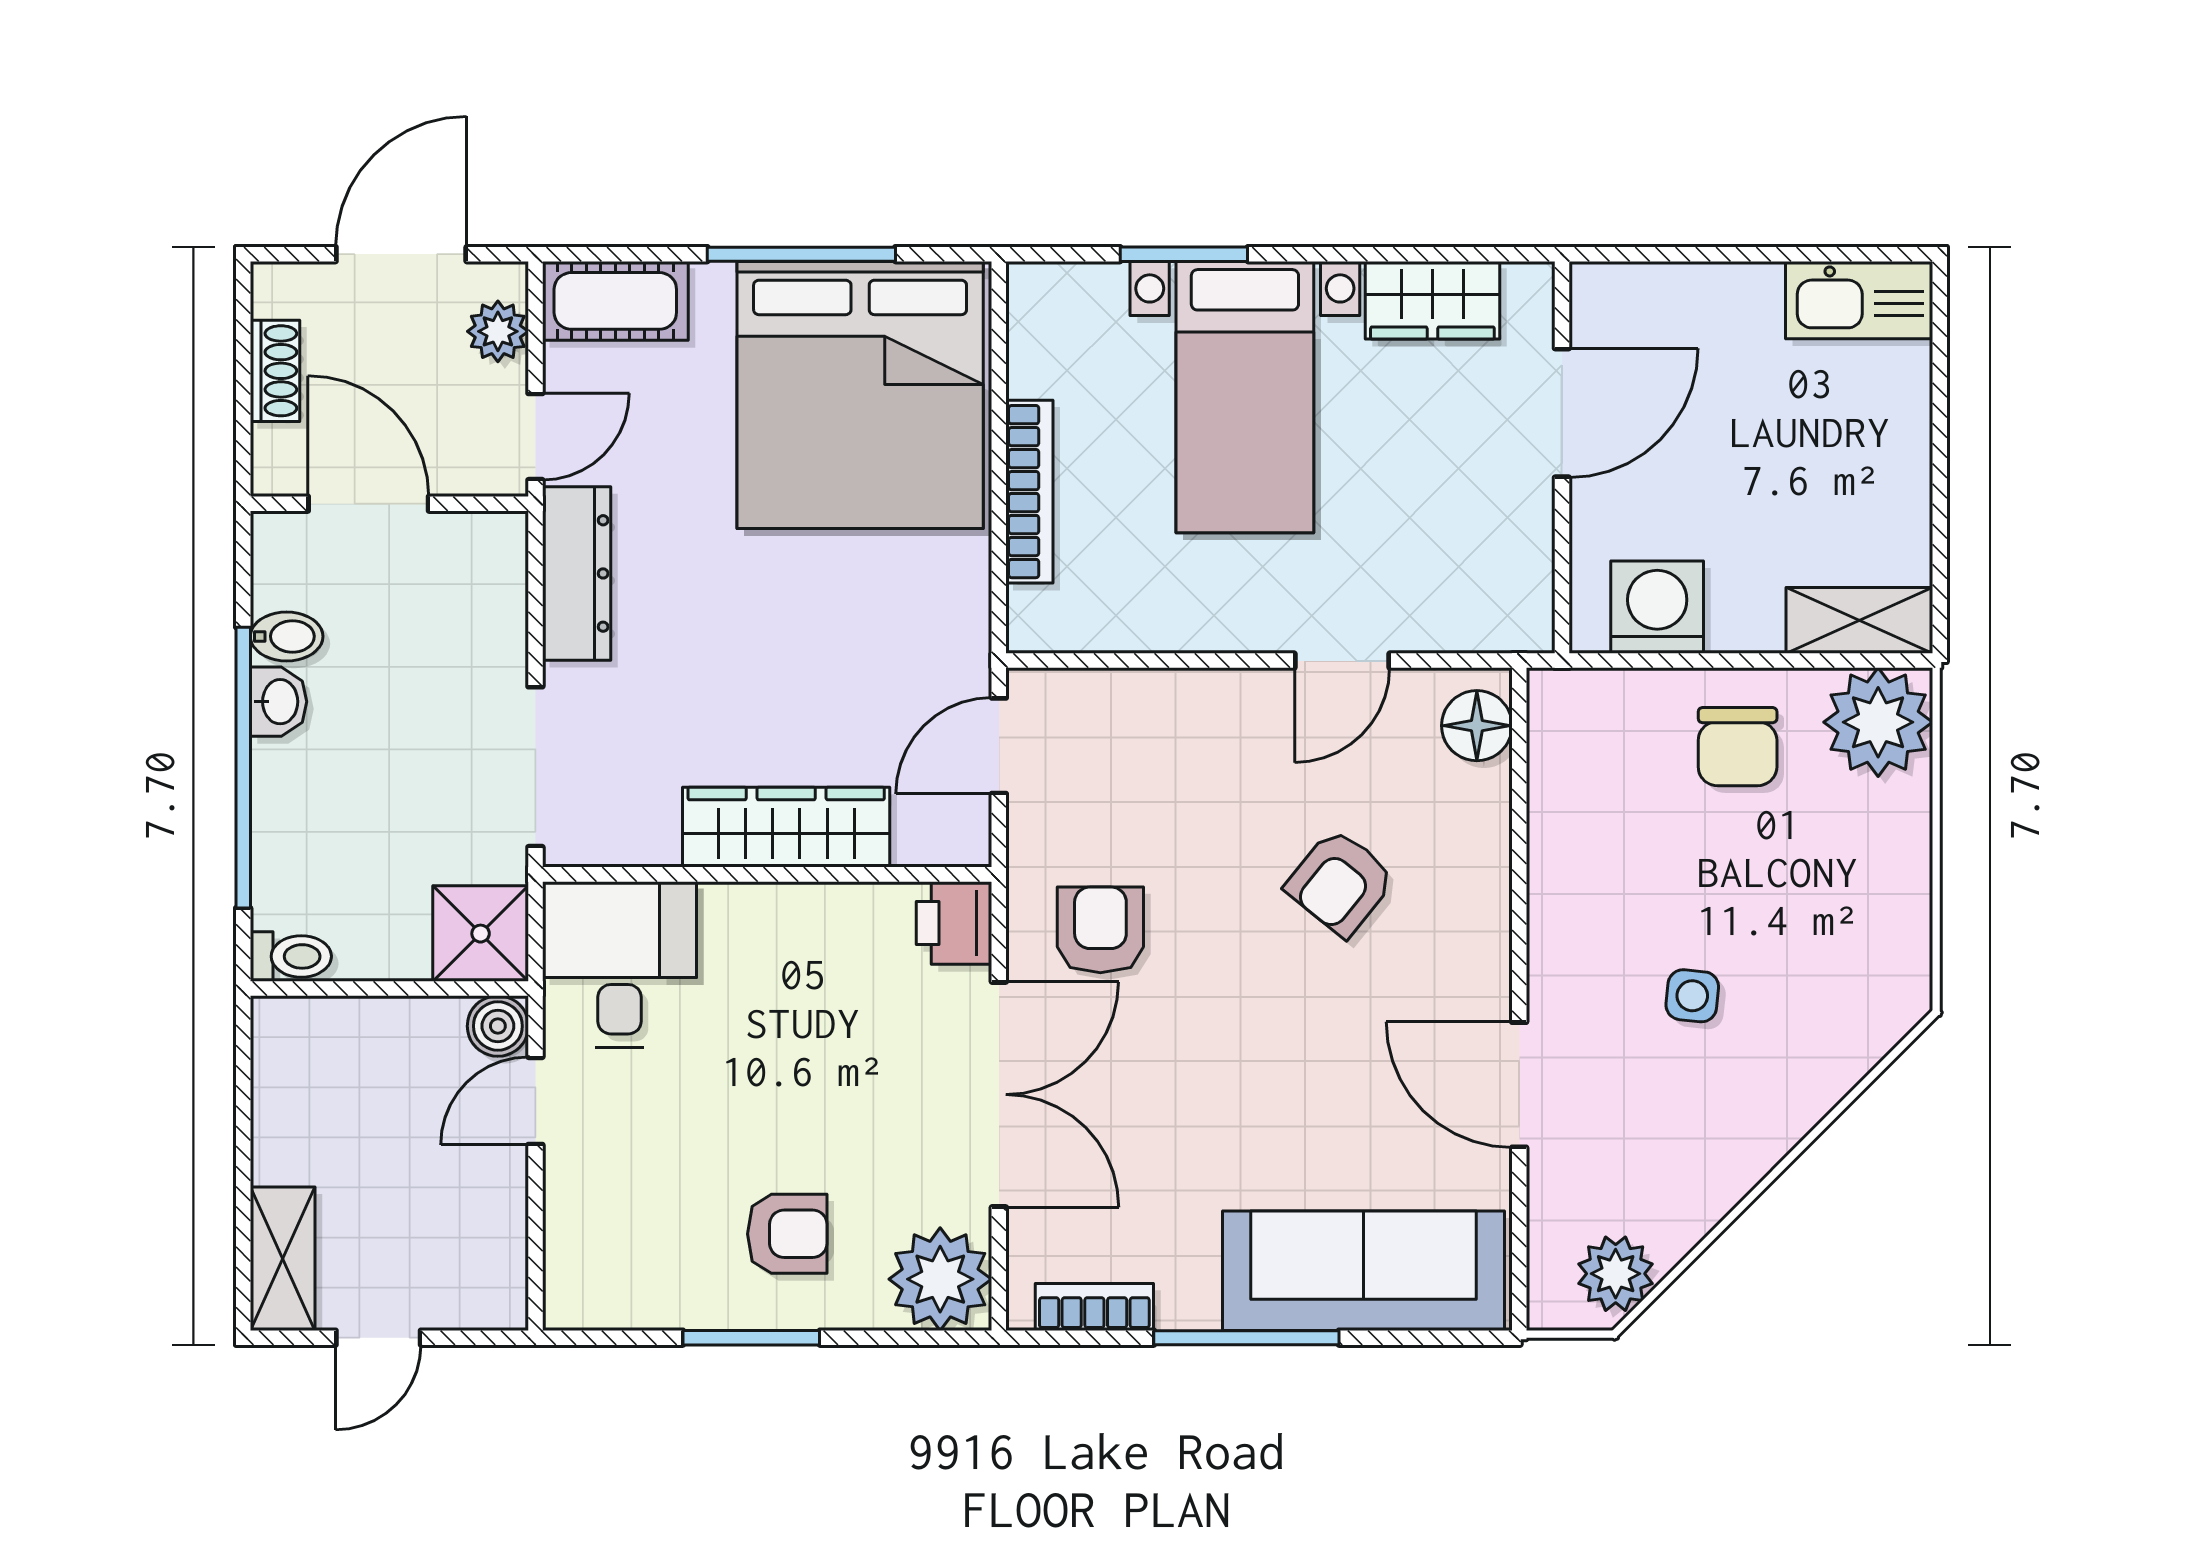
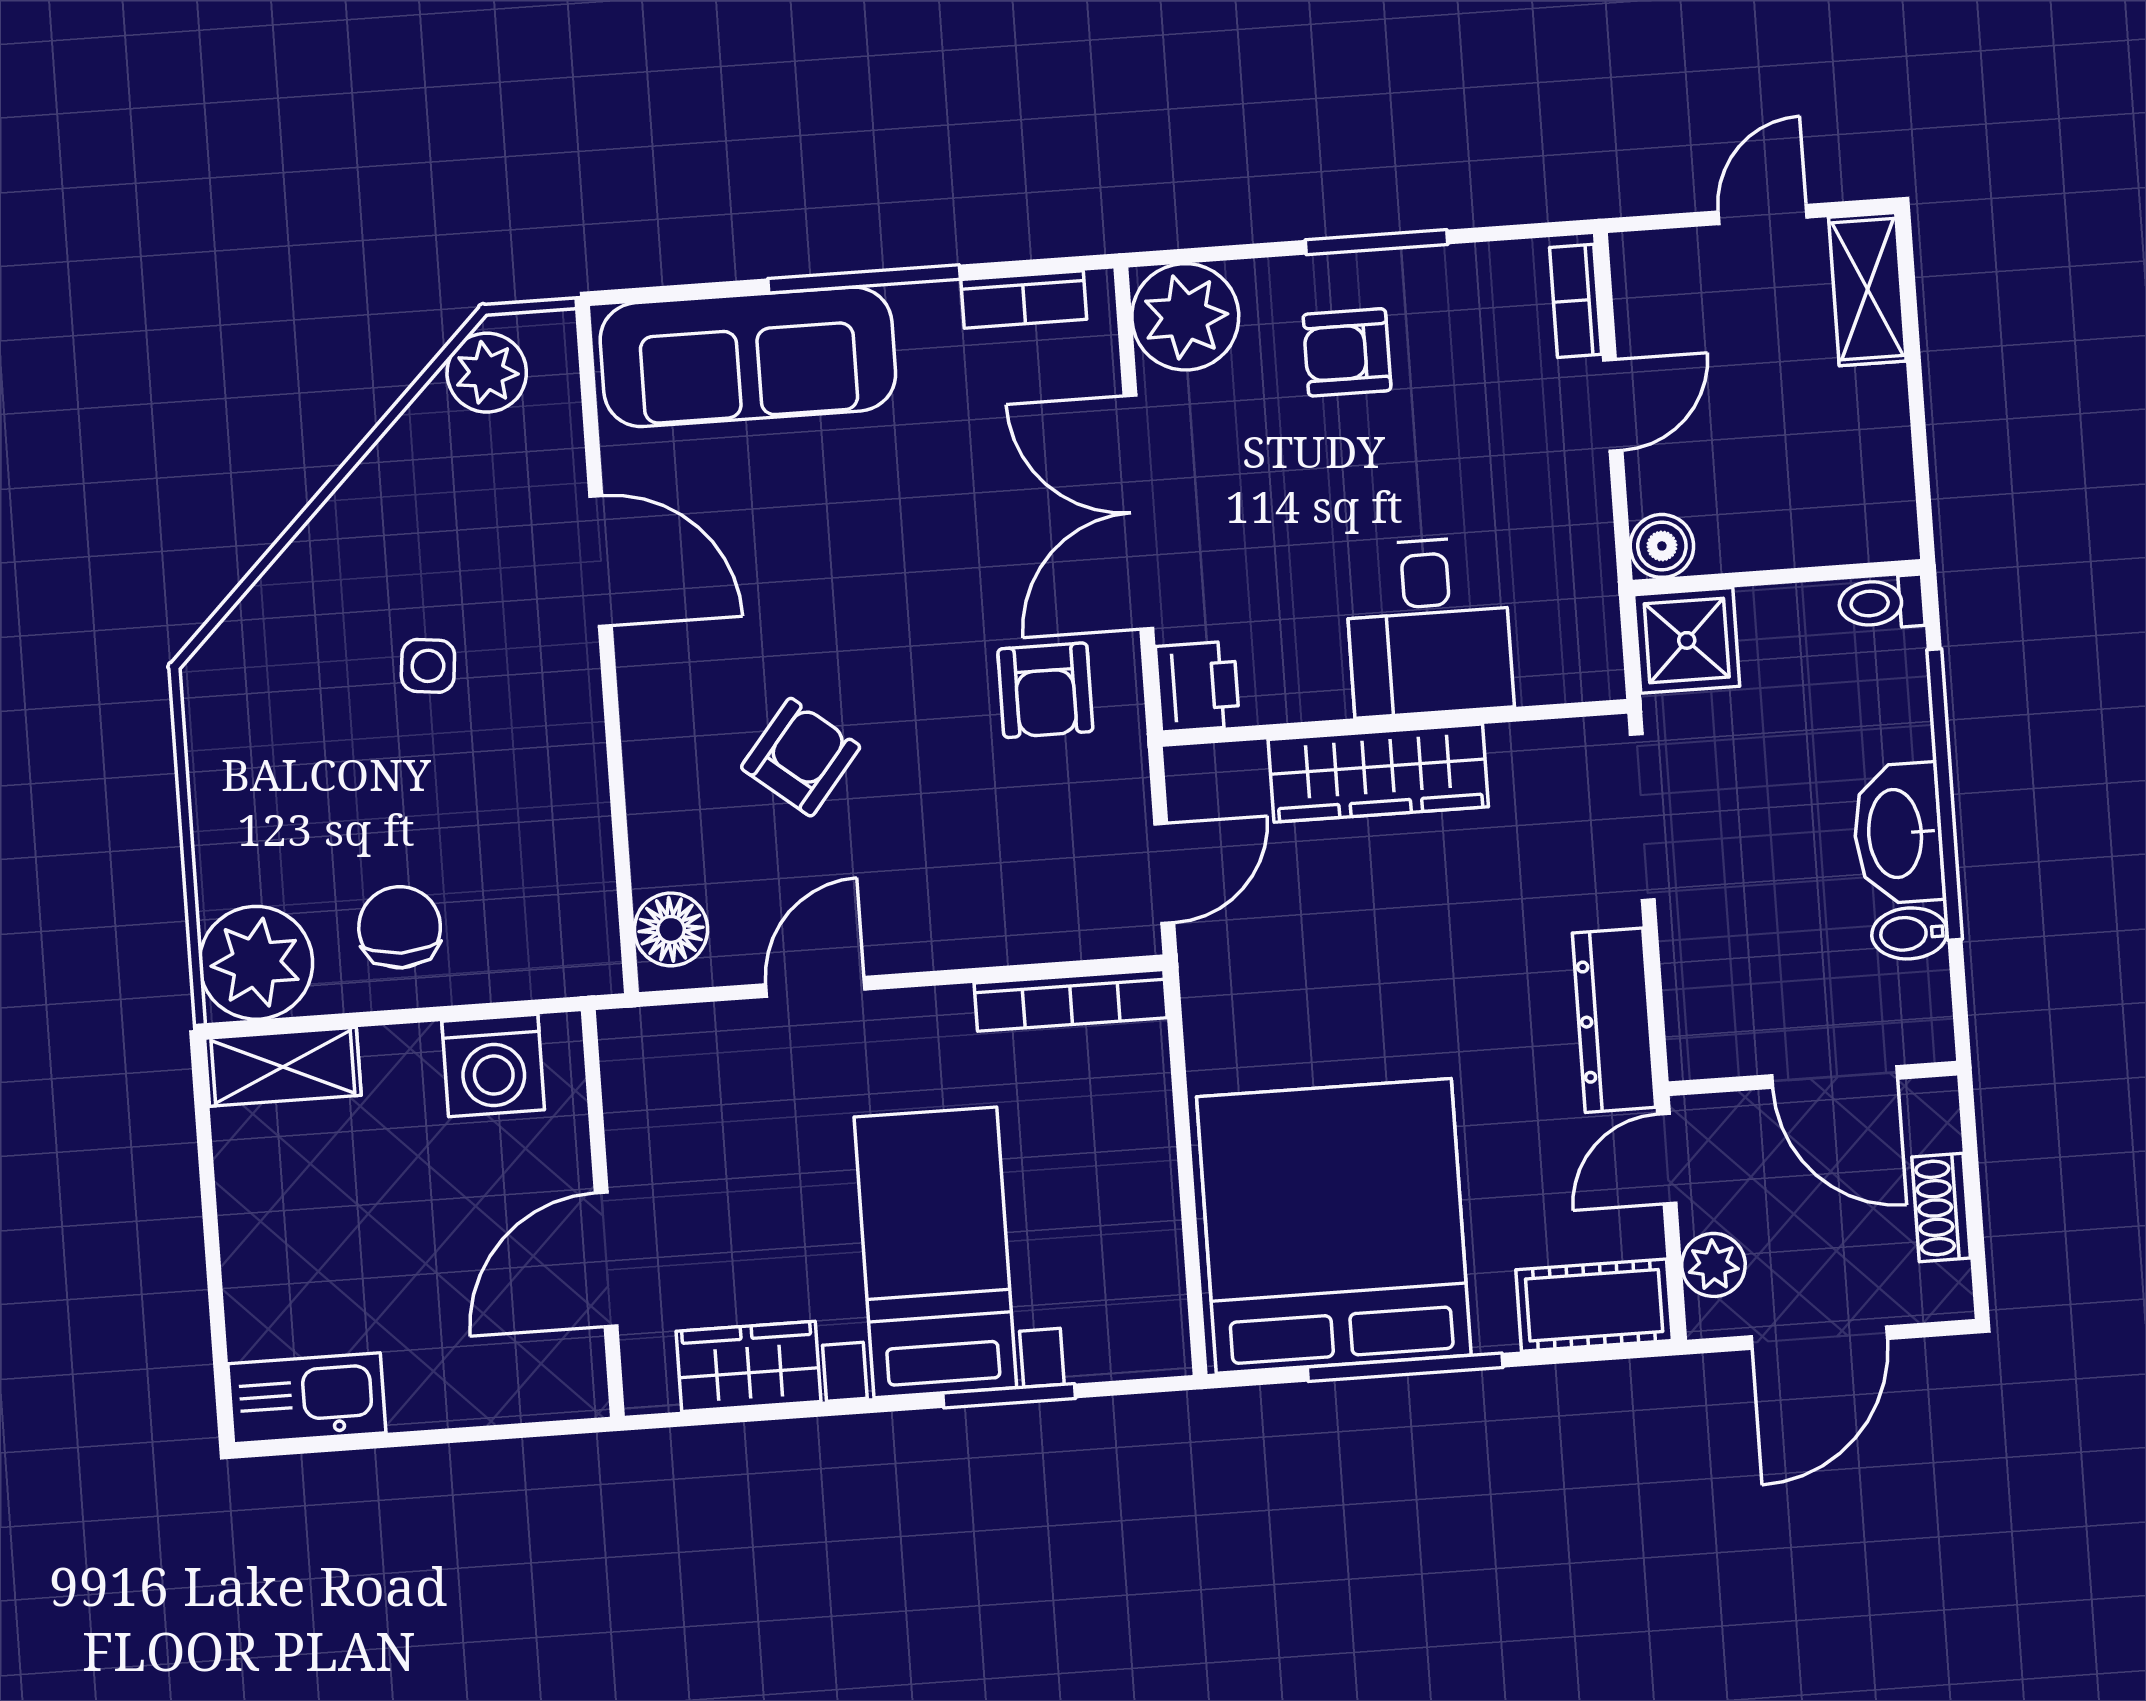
bookcase: (1029, 492) -> (1071, 1000), moved, turned -90
washbasin: (278, 702) -> (1898, 833), width x1.91, depth x1.45
desk: (620, 964) -> (1429, 627), moved
door: (535, 1101) -> (1613, 405), moved
bookcase: (564, 1268) -> (1576, 301), added

